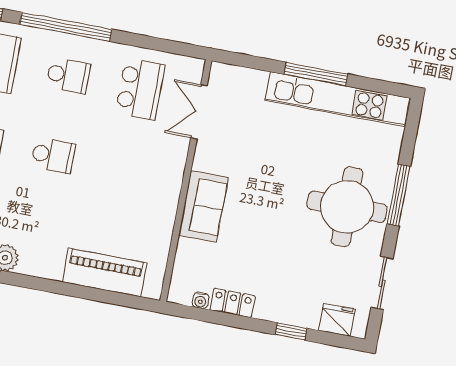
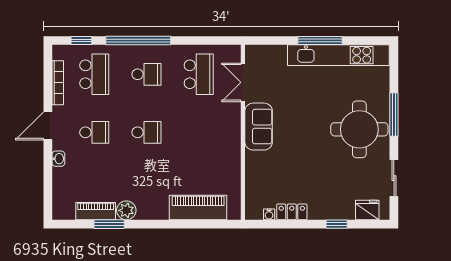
sofa: (203, 206) -> (259, 127), moved

